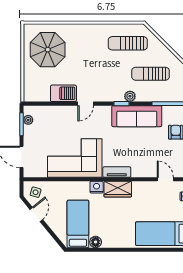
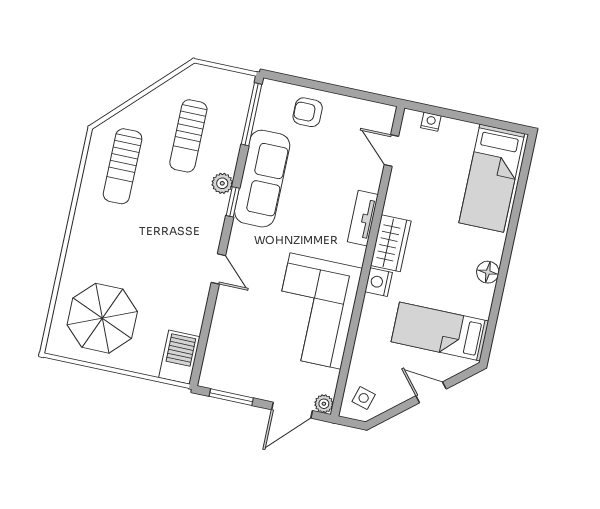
barbecue: (63, 93) -> (179, 357), moved
plant: (28, 120) -> (324, 404), moved
tv unit: (117, 172) -> (363, 218), moved
door: (165, 179) -> (391, 151), hinge flipped
door: (36, 215) -> (431, 392), moved
floor lamp: (96, 242) -> (488, 272), moved

